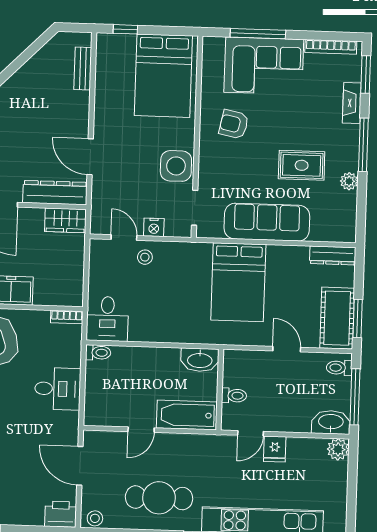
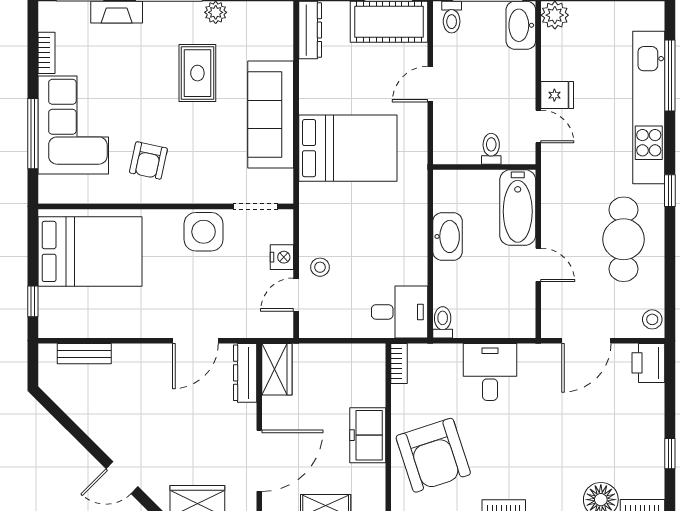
bookcase: (331, 47) -> (47, 53), width x0.64
dresser: (55, 193) -> (245, 373), width x0.73, depth x0.80
washbasin: (200, 360) -> (448, 236), moved

